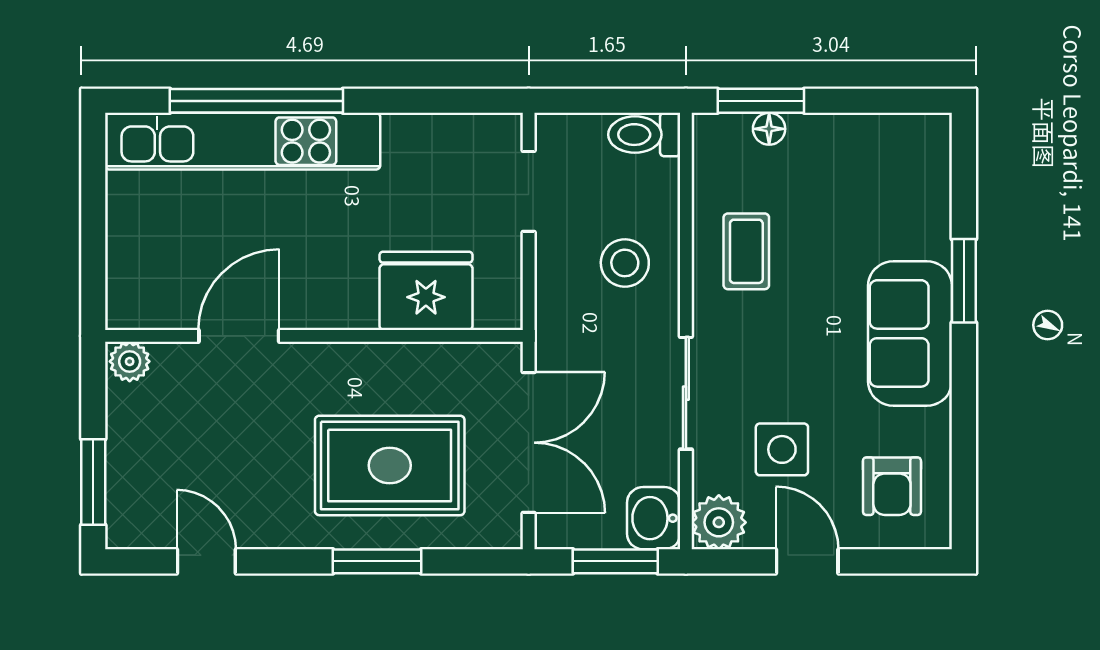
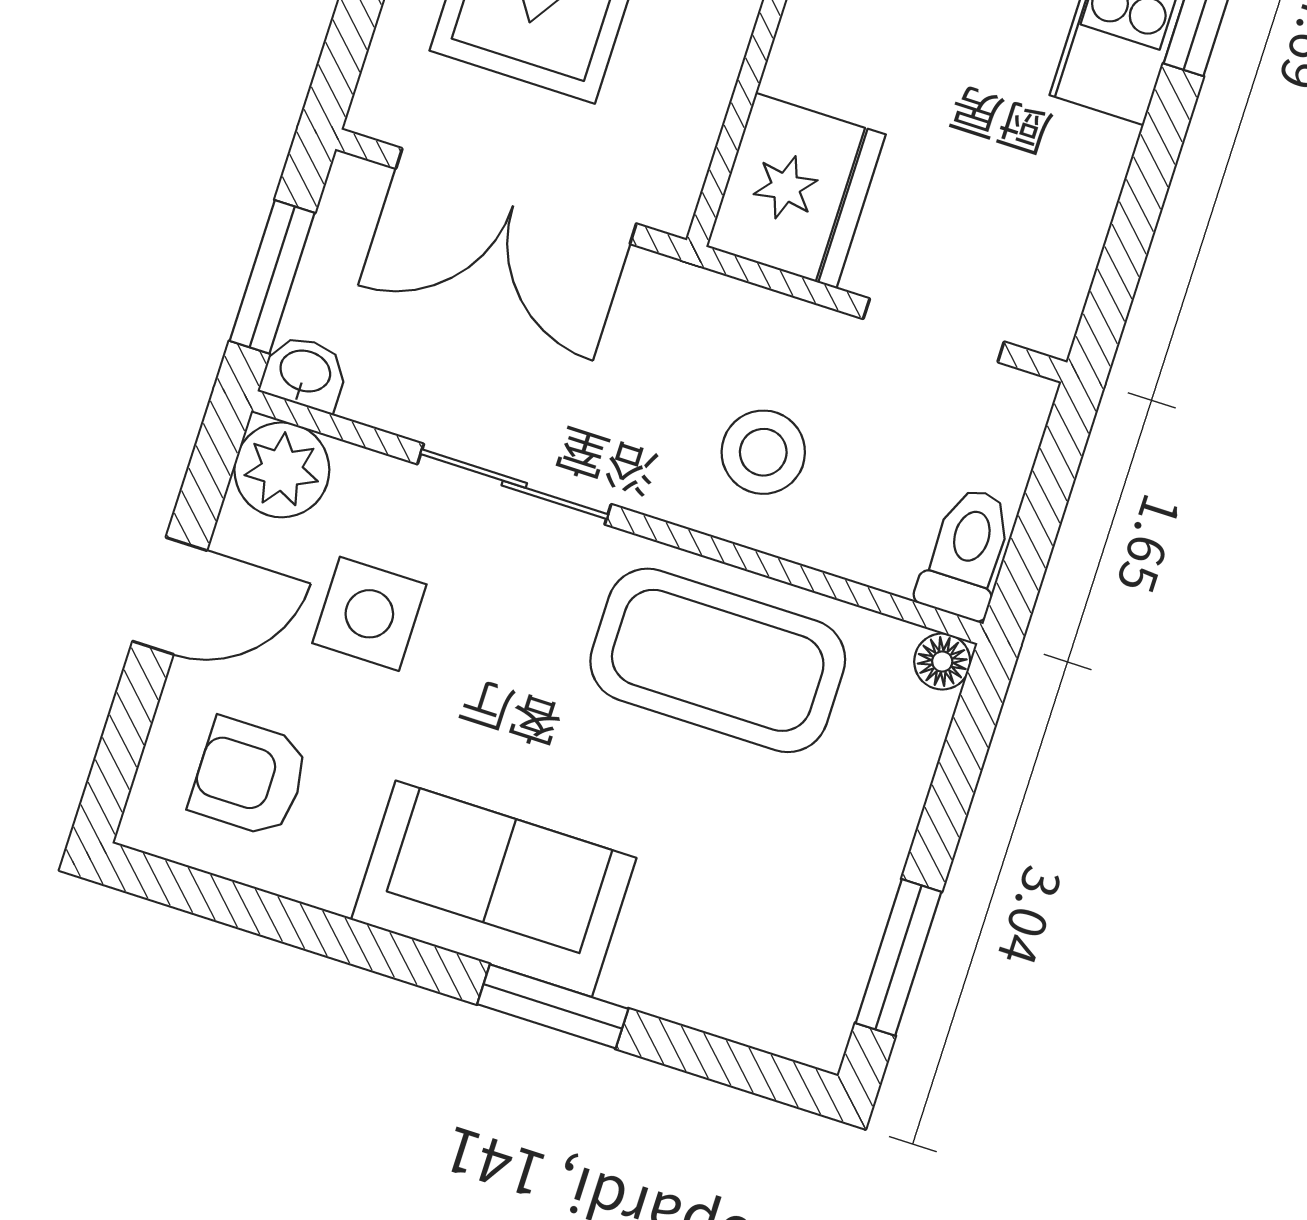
window: (761, 101) -> (898, 957), moved
floor lamp: (769, 129) -> (942, 662), moved
coffee table: (746, 251) -> (718, 660), width x1.86, depth x1.72
fridge: (426, 291) -> (796, 191), moved
washbasin: (654, 518) -> (305, 373), width x0.72, depth x0.69

